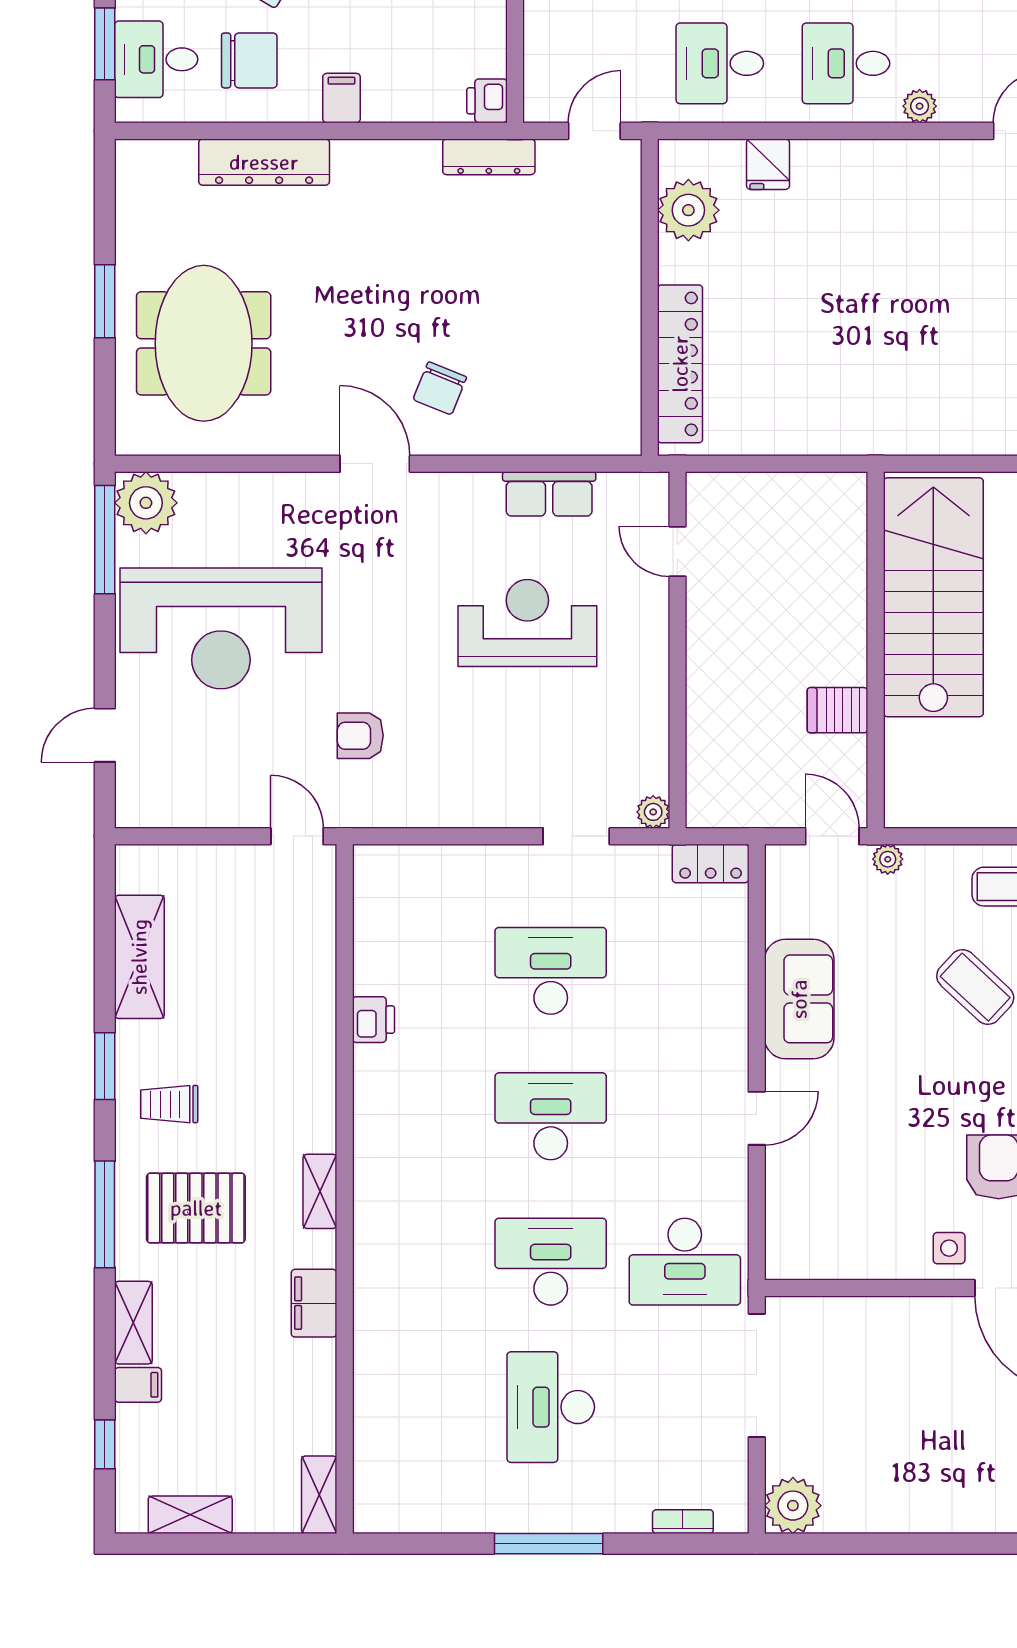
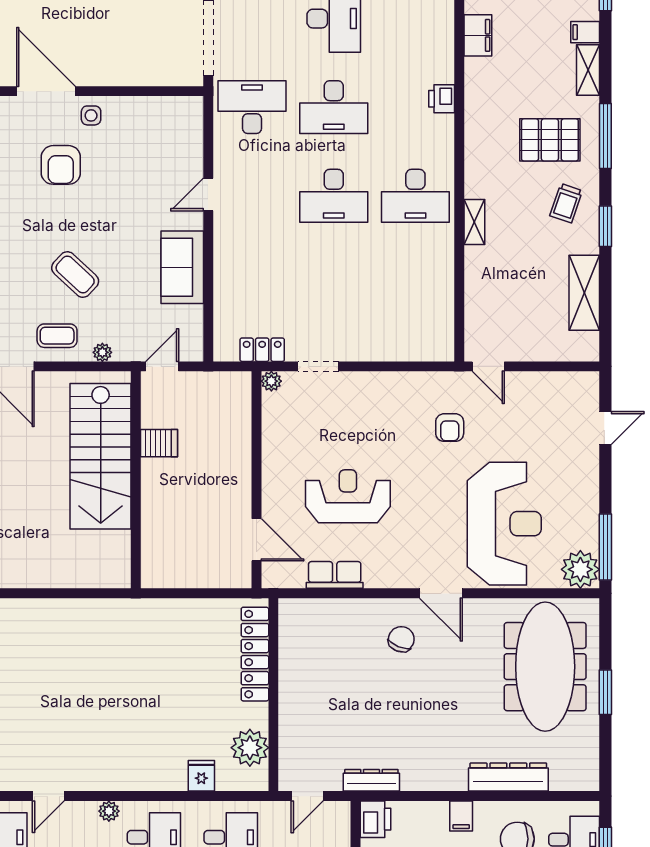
printer: (487, 101) -> (375, 819), width x1.36, depth x1.24
meeting table: (204, 343) -> (545, 667), width x1.36
door: (677, 551) -> (256, 540), width x1.38
stairs: (933, 597) -> (101, 456), moved
reception desk: (527, 623) -> (348, 496), turned 180
reception desk: (221, 628) -> (504, 524), moved, turned 90
armchair: (360, 736) -> (450, 428), turned 90
door: (832, 836) -> (162, 366), swing flipped
plant: (888, 859) -> (102, 352), moved
locker: (711, 864) -> (262, 350), moved
desk: (551, 971) -> (415, 196), moved
printer: (373, 1020) -> (442, 99), moved
trolley: (169, 1104) -> (566, 203), turned 109
shelving: (320, 1191) -> (474, 222), moved
filing cabinet: (314, 1303) -> (478, 35), moved

